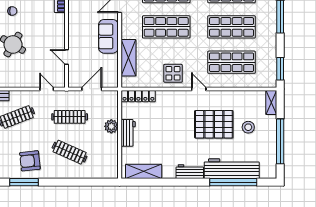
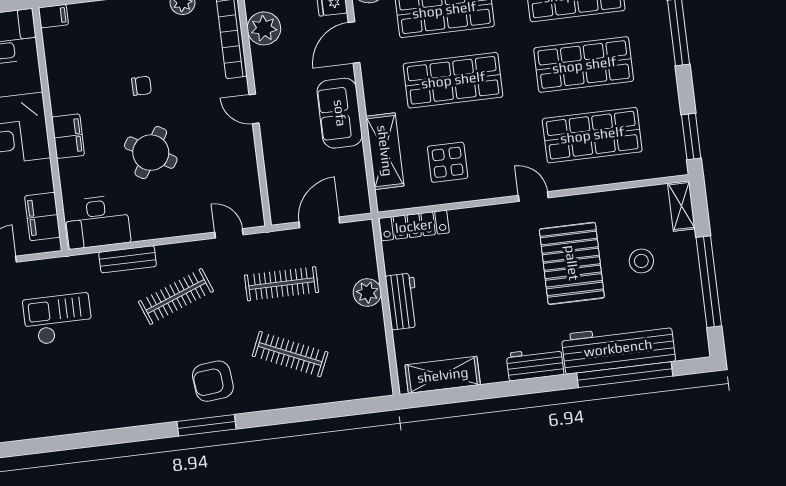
door: (66, 57) -> (254, 109), moved
display table: (173, 73) -> (448, 162), moved
pallet: (214, 124) -> (572, 263), turned 90

